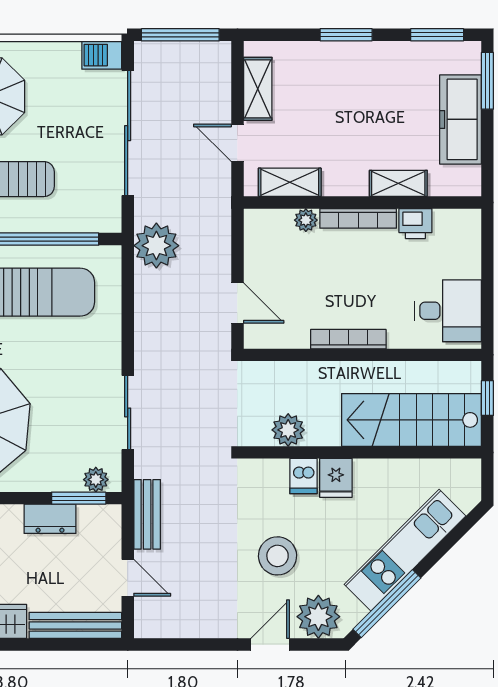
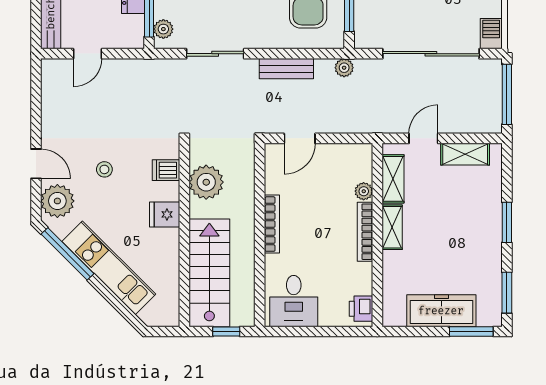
shelving: (398, 183) -> (392, 227), moved
printer: (415, 224) -> (361, 309), moved
plant: (156, 246) -> (344, 68), width x0.53, depth x0.53
plant: (288, 430) -> (206, 182), width x1.36, depth x1.36
dishwasher: (303, 476) -> (166, 170), moved
bench: (147, 514) -> (286, 69), moved
stool: (278, 556) -> (104, 169), width x0.53, depth x0.53

